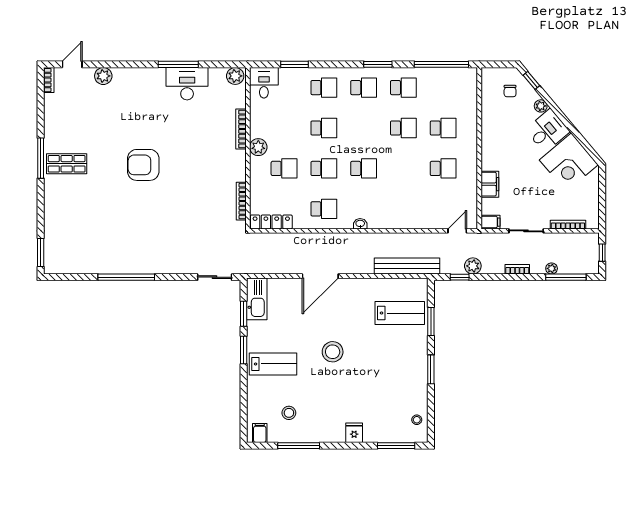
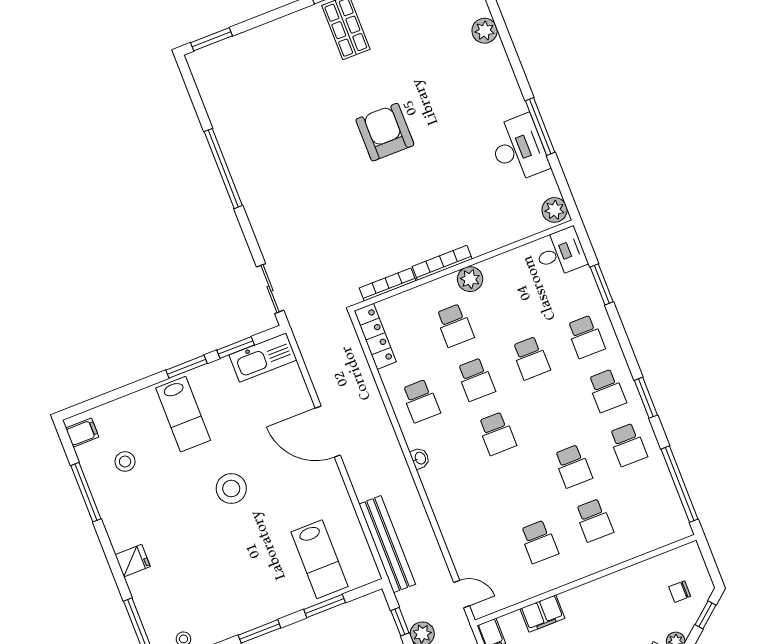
bookcase: (241, 129) -> (442, 263), moved

